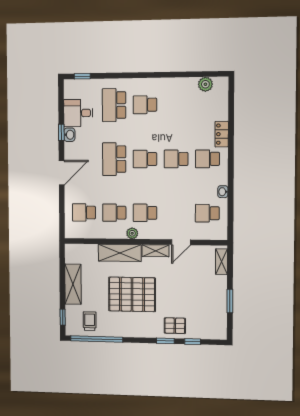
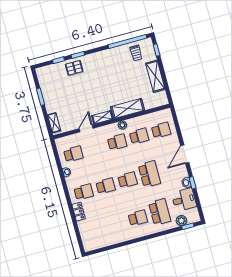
plant: (205, 84) -> (181, 221), moved
pallet: (132, 294) -> (111, 81), removed

